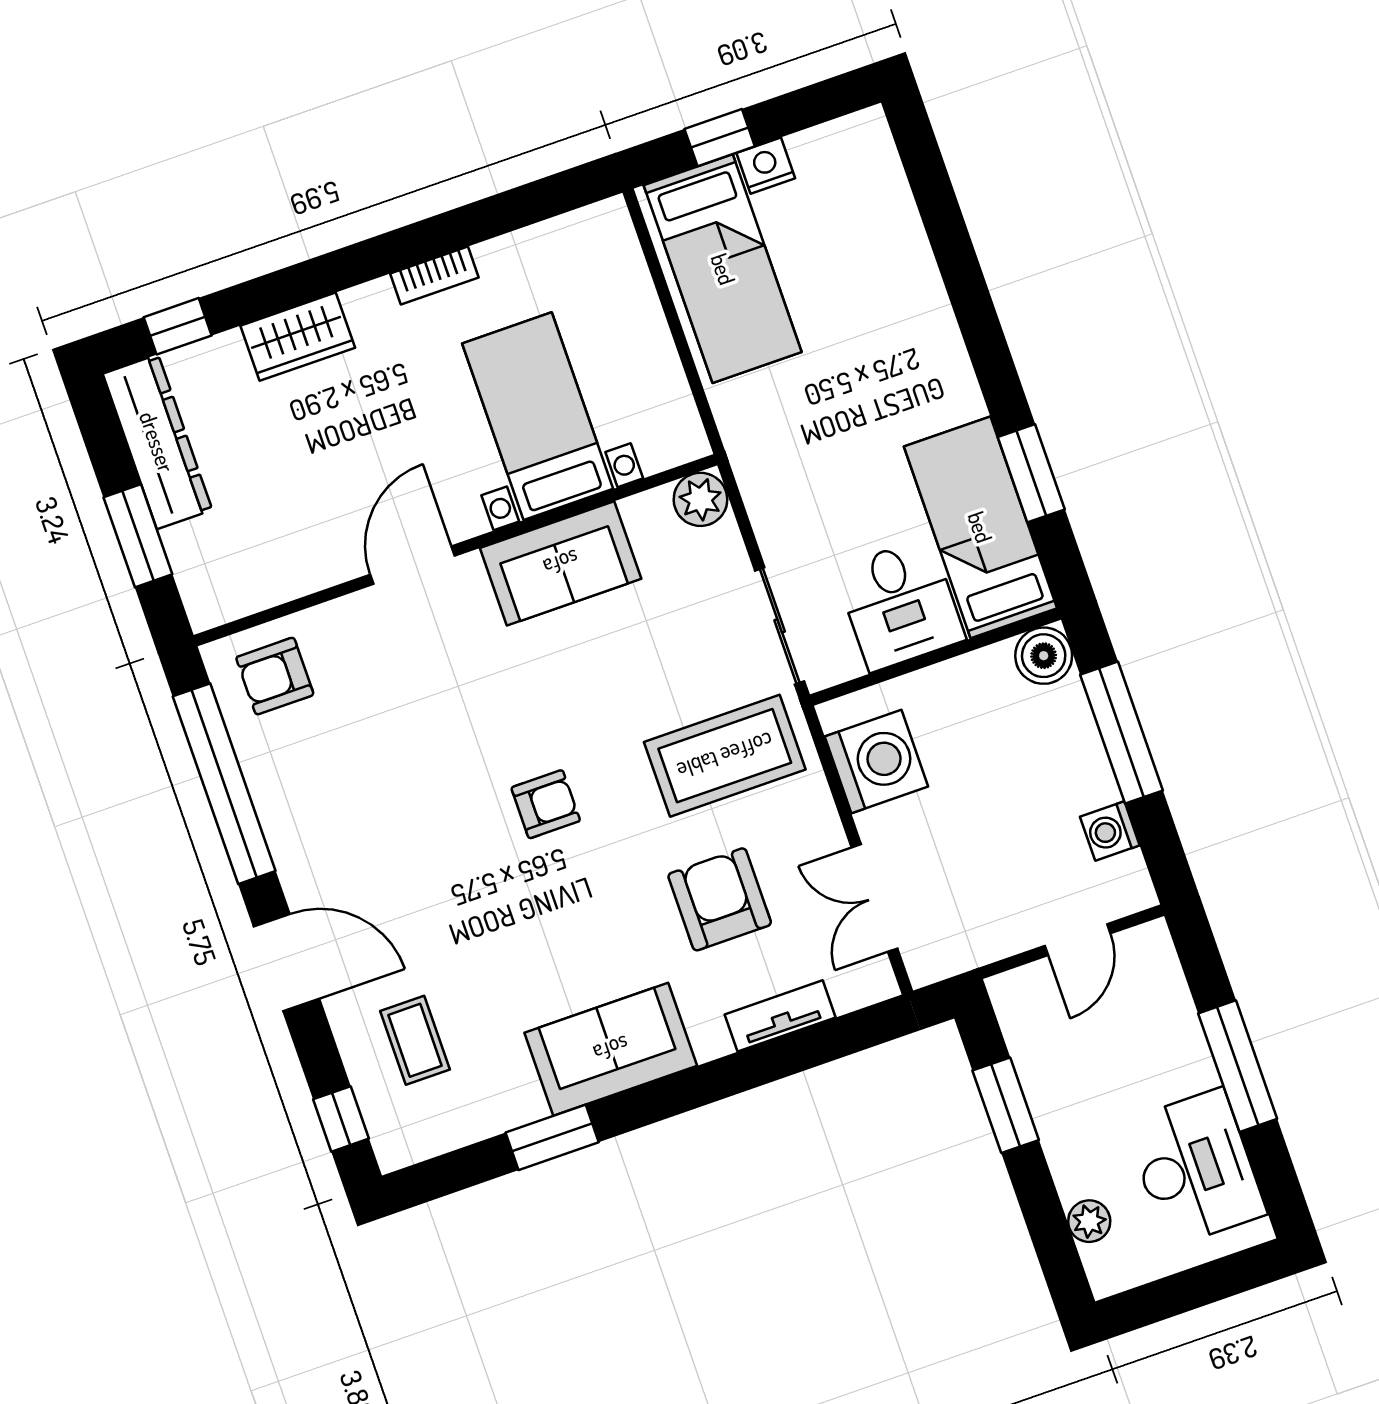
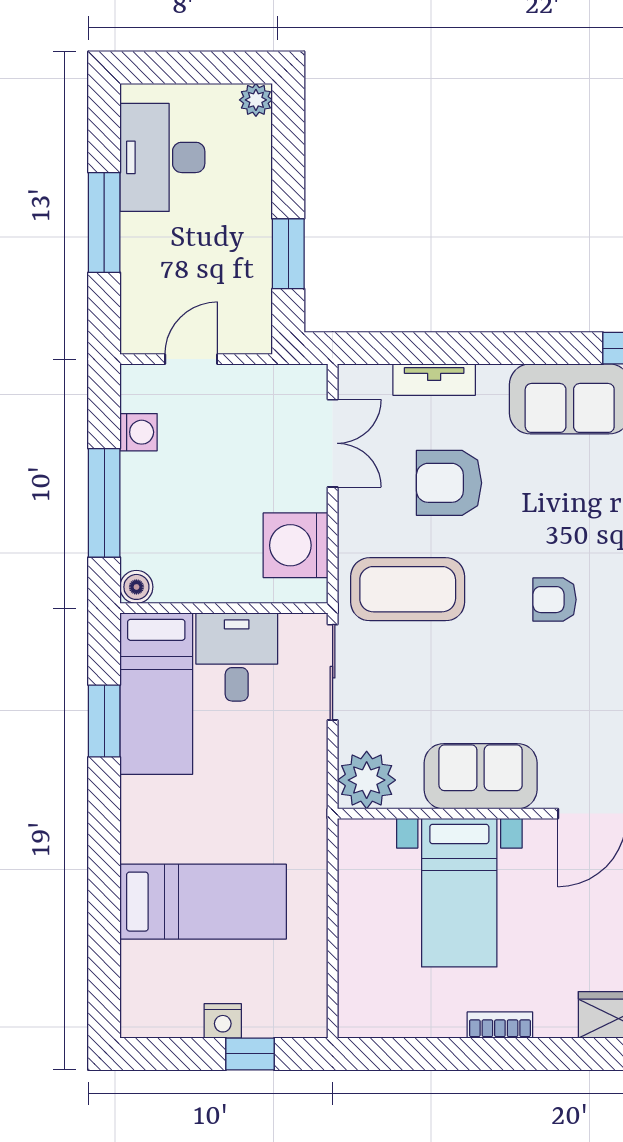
bed: (723, 269) -> (203, 902), moved, turned 90
plant: (700, 499) -> (367, 780), width x1.36, depth x1.36
boiler: (1044, 656) -> (136, 587), width x0.73, depth x0.73
armchair: (720, 899) -> (449, 483), turned 90
plant: (1089, 1221) -> (256, 100), moved

